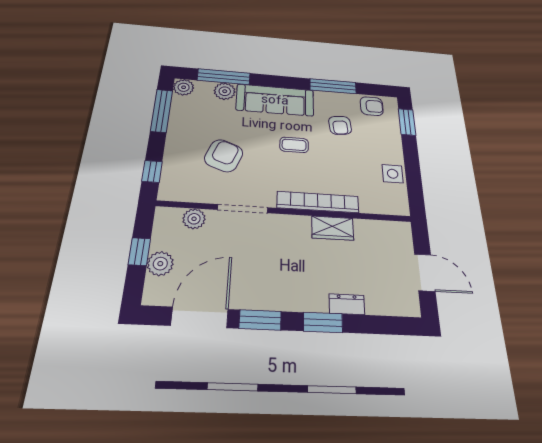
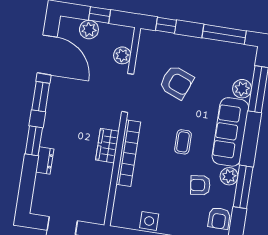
plant: (184, 87) -> (229, 176), moved
wardrobe: (333, 228) -> (107, 146), moved

